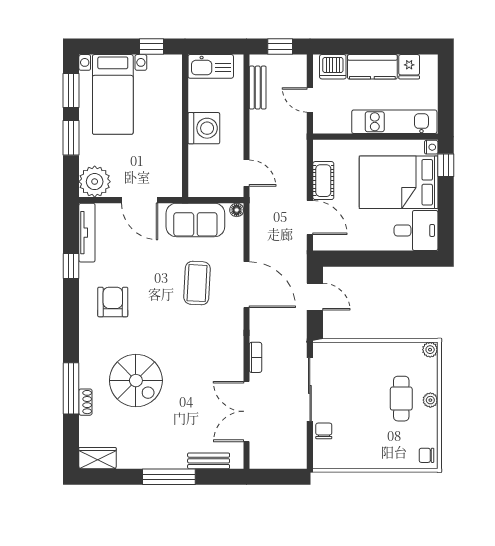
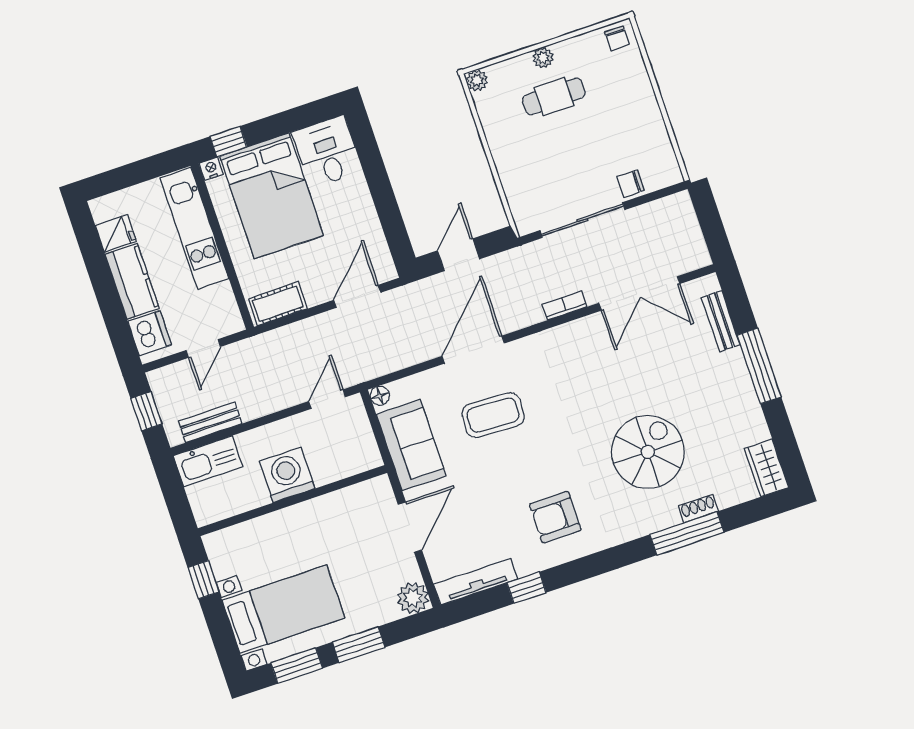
kitchen sink: (211, 66) -> (208, 461), moved, turned 90
cot: (323, 181) -> (278, 304), moved
plant: (95, 182) -> (413, 598), width x0.73, depth x0.73

